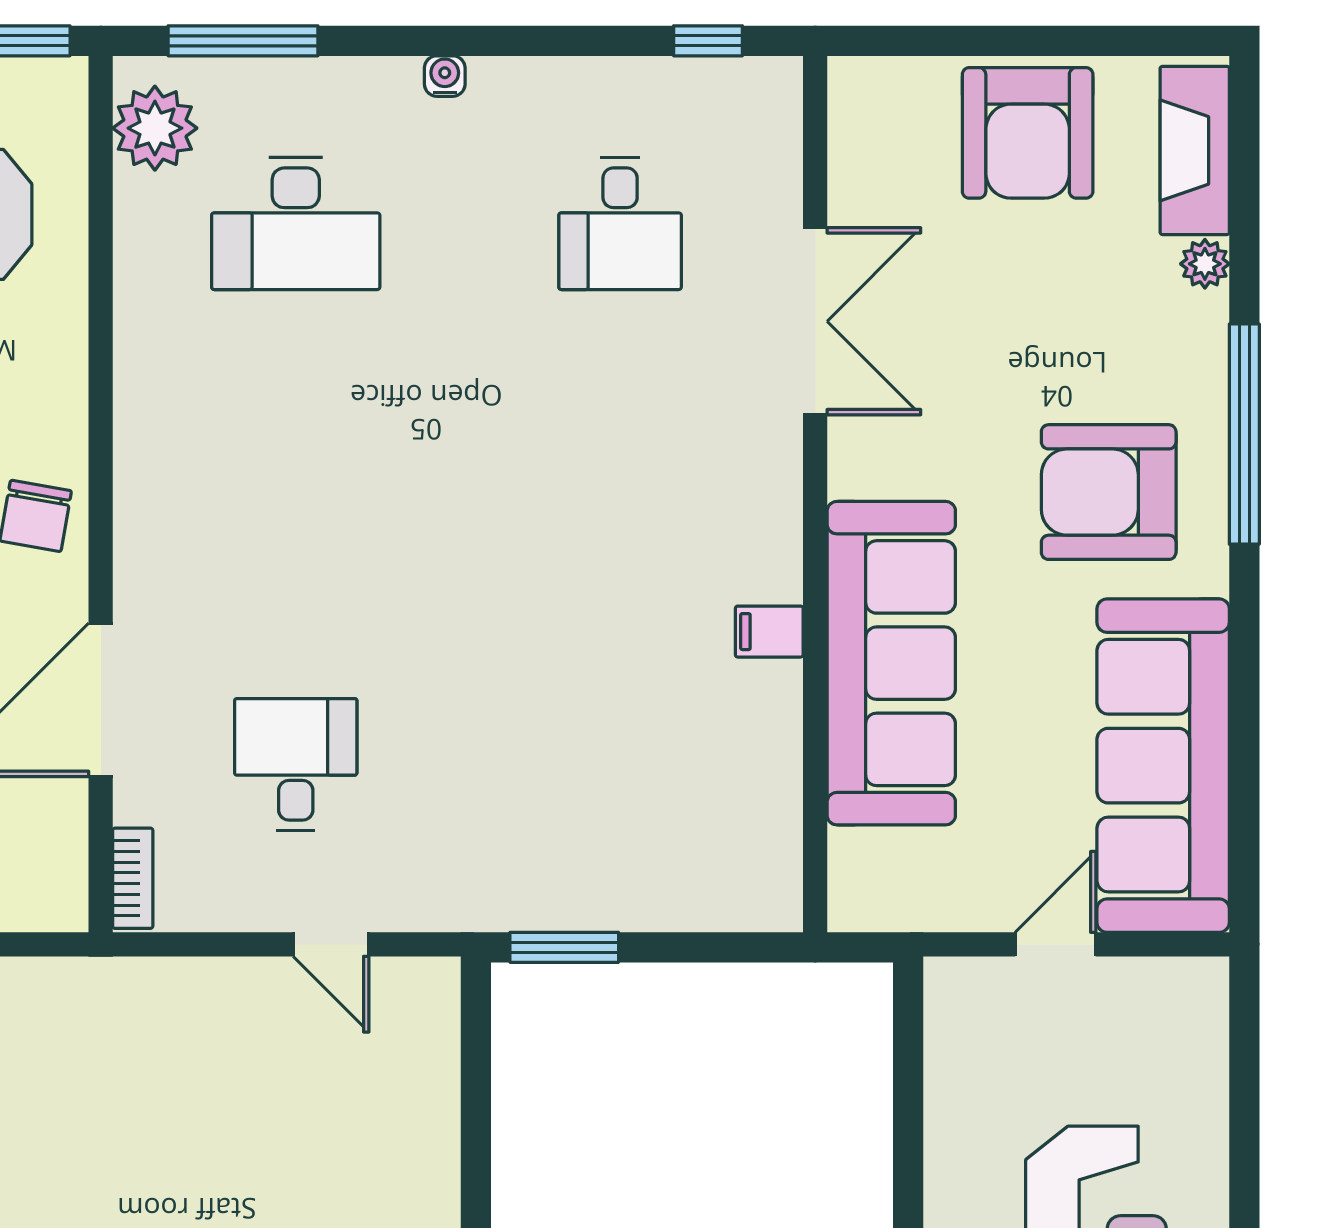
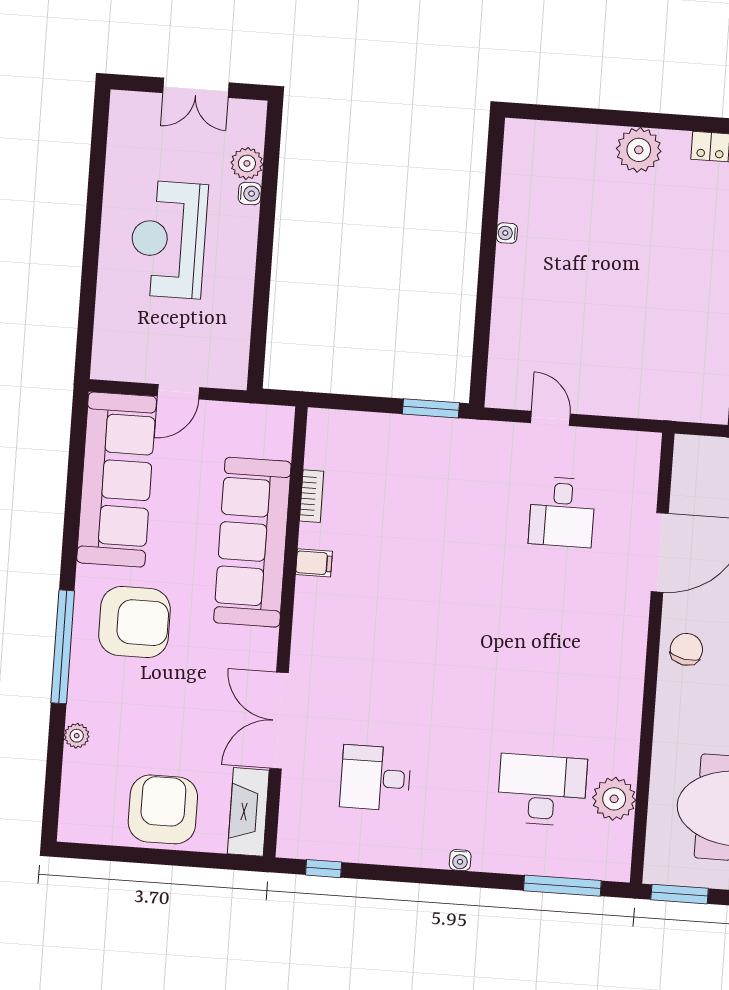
plant: (155, 128) -> (614, 799), moved
fireplace: (1195, 150) -> (248, 812), moved, turned 180
desk: (620, 223) -> (376, 778), turned -90
bookcase: (133, 878) -> (312, 496), moved, turned 180

